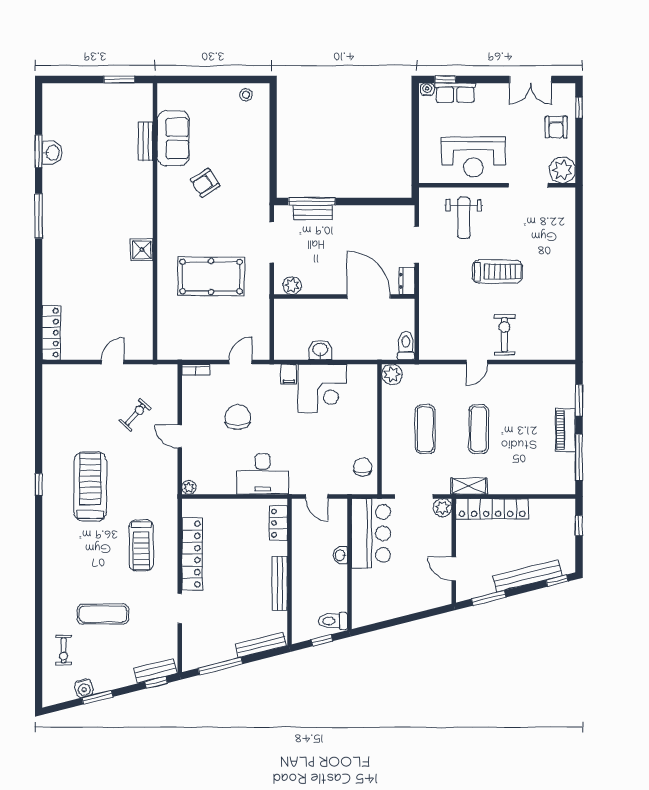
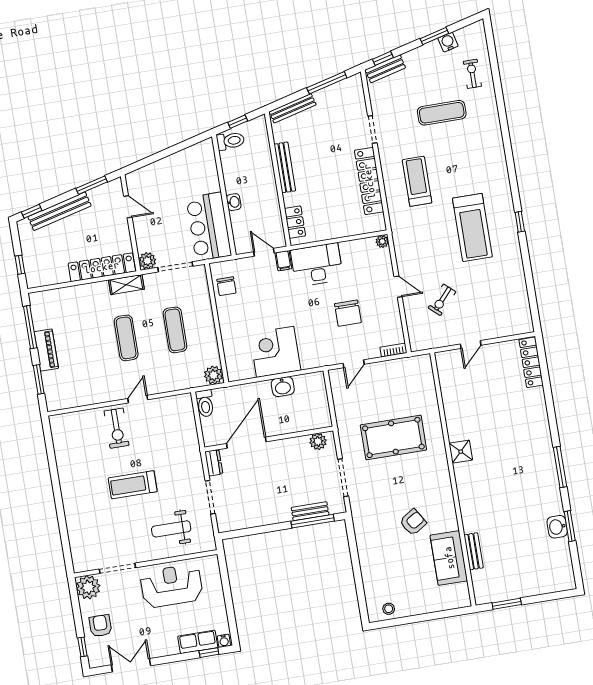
weight bench: (464, 218) -> (171, 529), turned -90
door: (369, 297) -> (246, 443), swing flipped
filing cabinet: (289, 374) -> (283, 261), moved, turned 180

